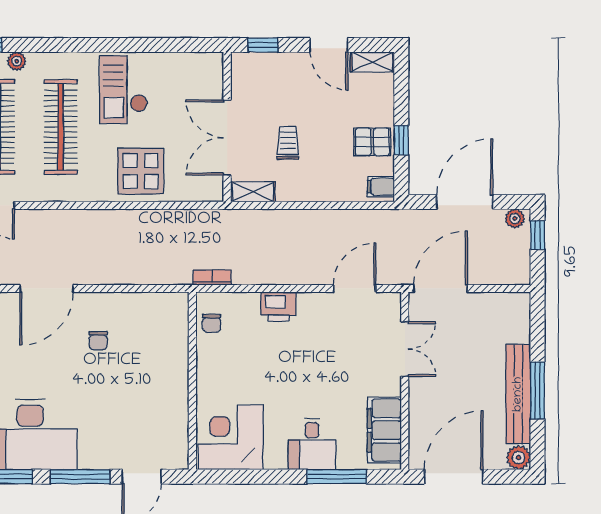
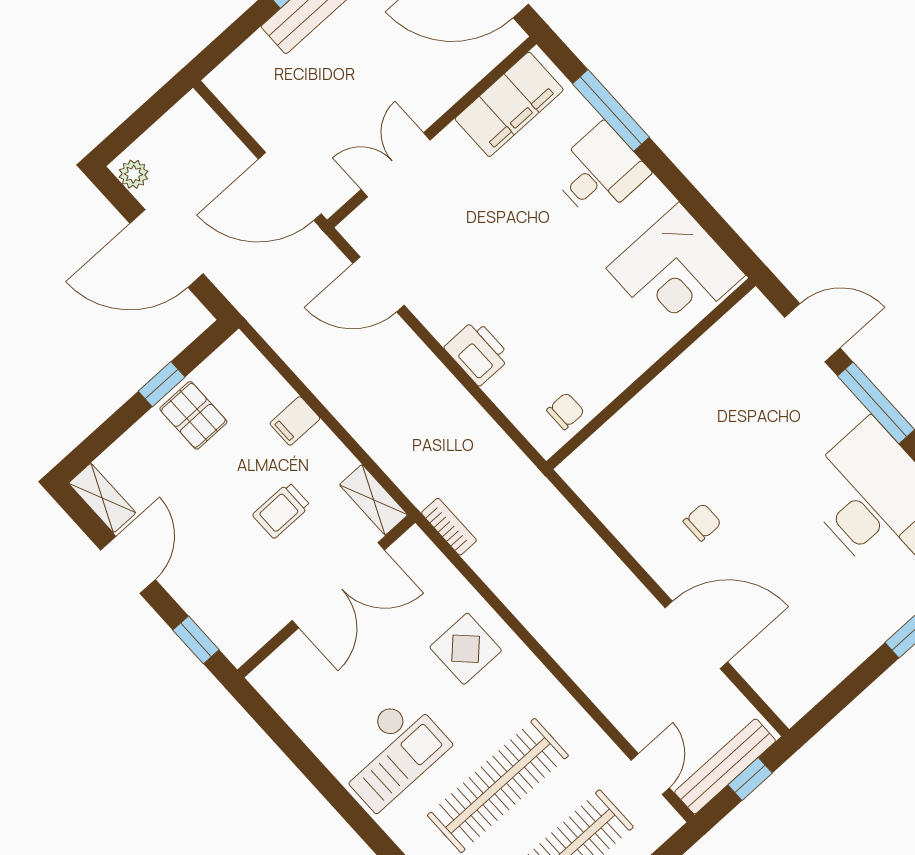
display table: (141, 171) -> (466, 649), width x0.73, depth x0.73
filing cabinet: (381, 187) -> (295, 421), moved, turned 90
window: (538, 235) -> (129, 131), removed
bookcase: (212, 277) -> (449, 527), moved, turned 180

